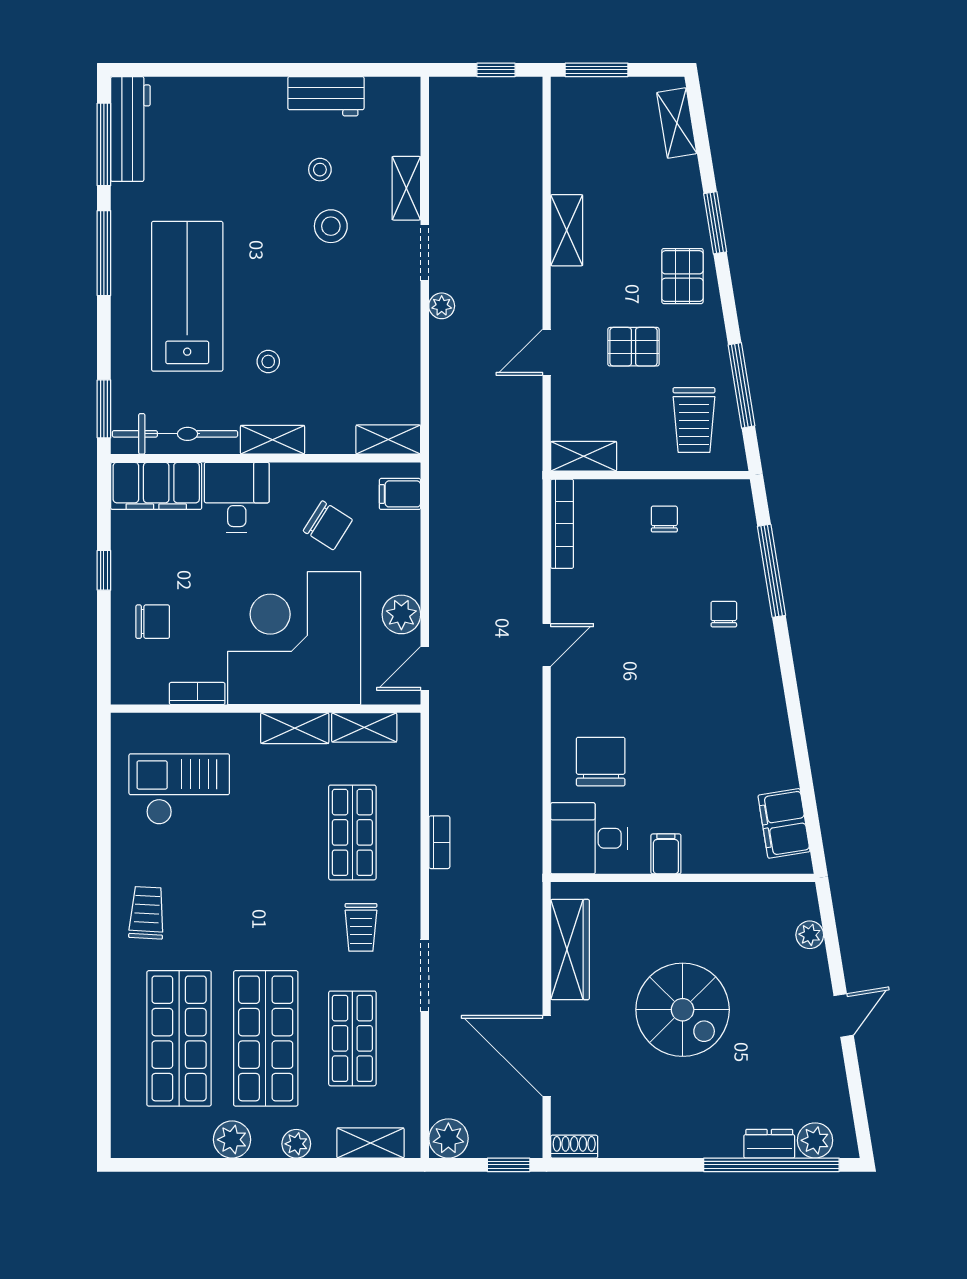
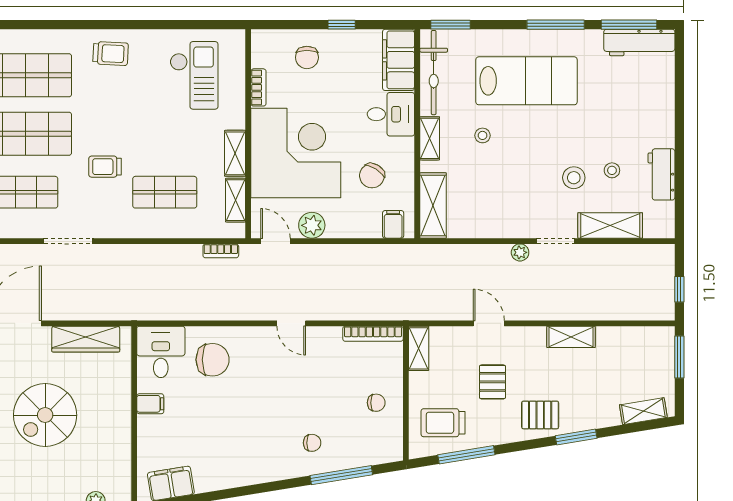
shelving: (406, 188) -> (610, 225), width x1.50, depth x1.33
shelving: (388, 440) -> (433, 205), width x1.50, depth x1.33
bookcase: (439, 842) -> (221, 251), moved
trolley: (361, 927) -> (105, 167), moved

